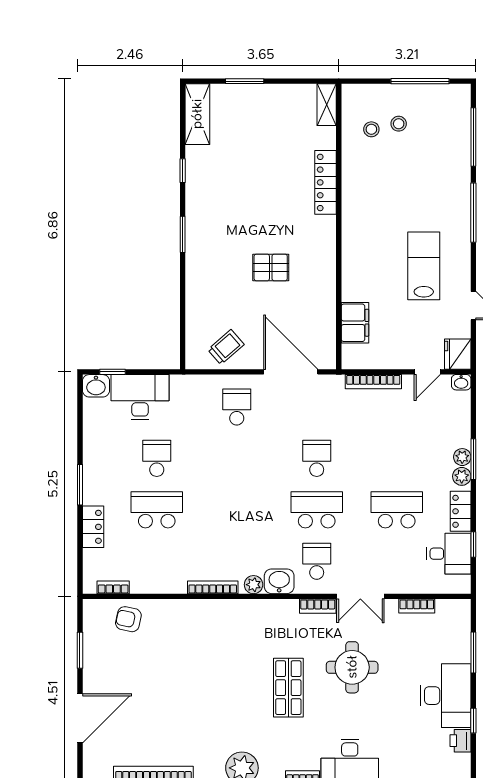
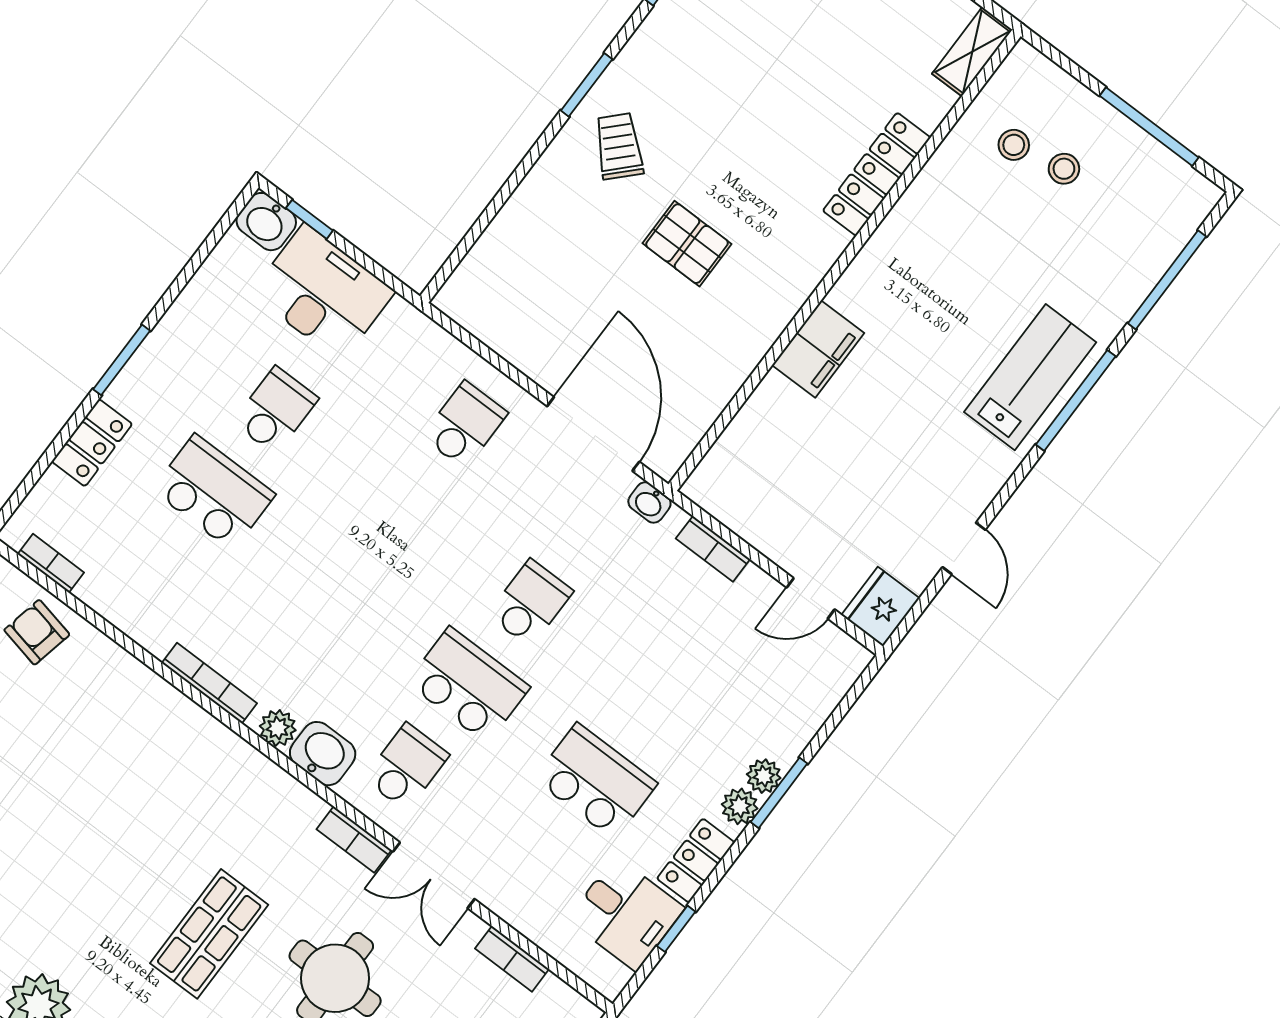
lab bench: (424, 266) -> (1030, 377), moved
filing cabinet: (355, 323) -> (818, 349), moved
trolley: (226, 347) -> (619, 146), moved, turned -95
bookcase: (373, 382) -> (713, 549), width x0.64
washbasin: (461, 382) -> (649, 502), moved

